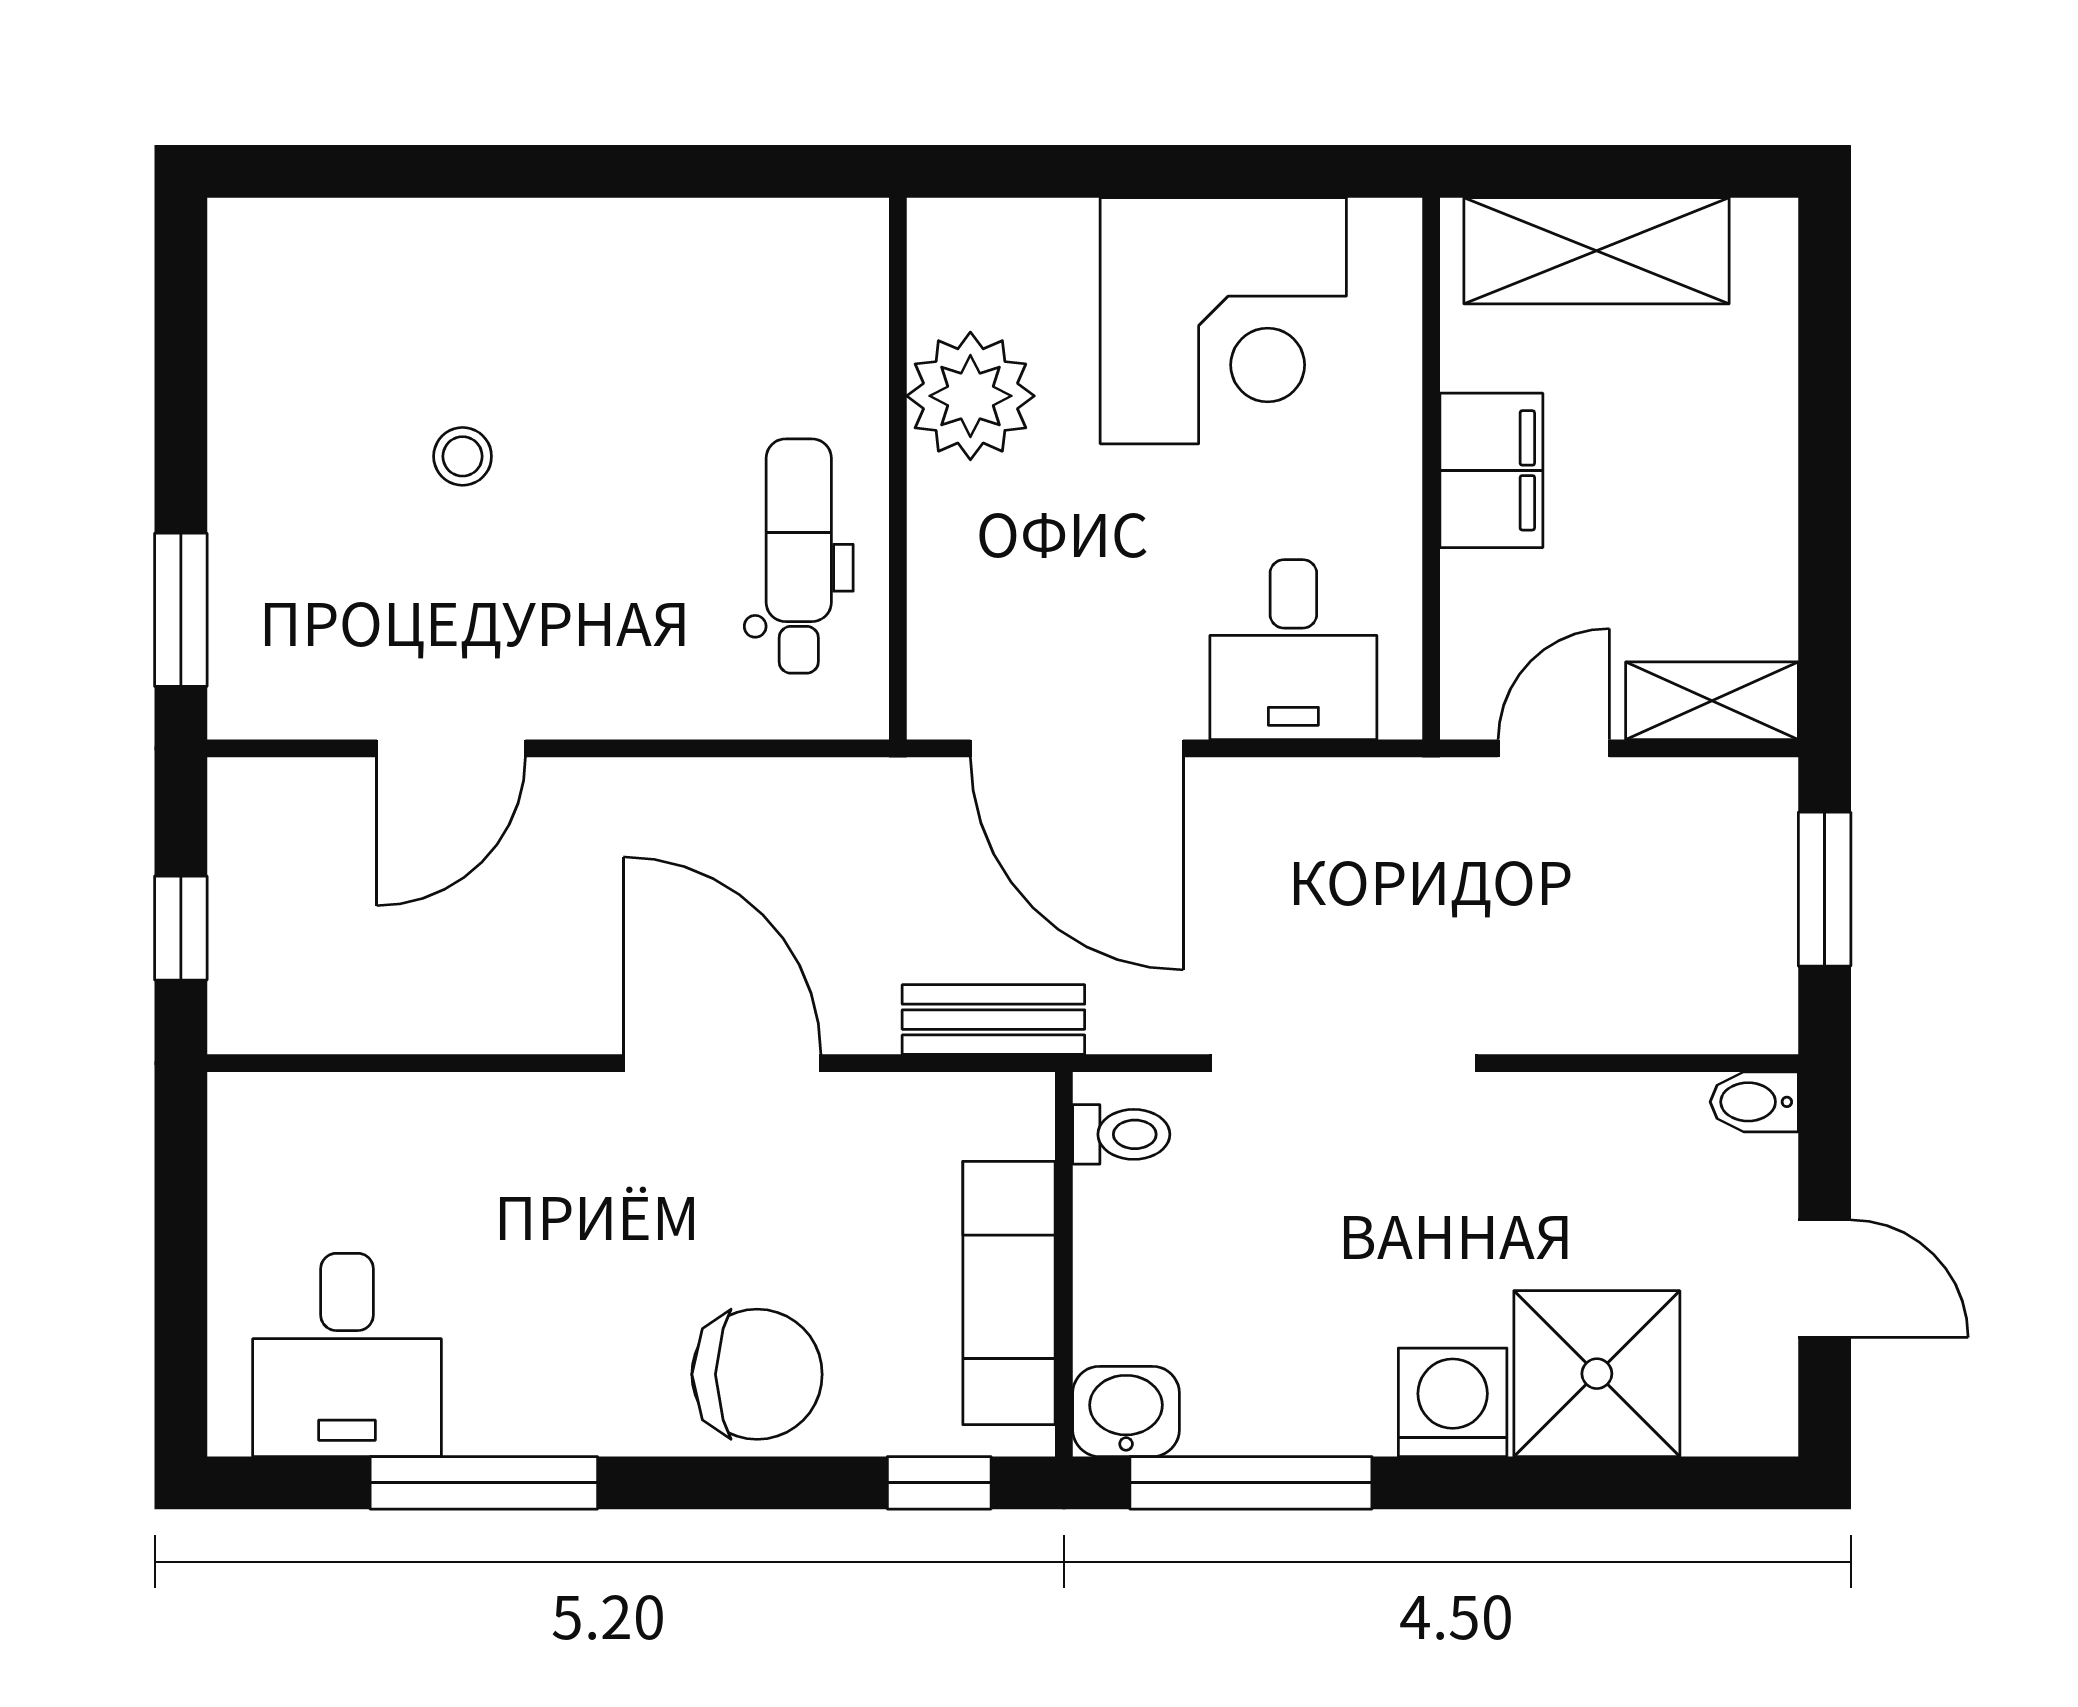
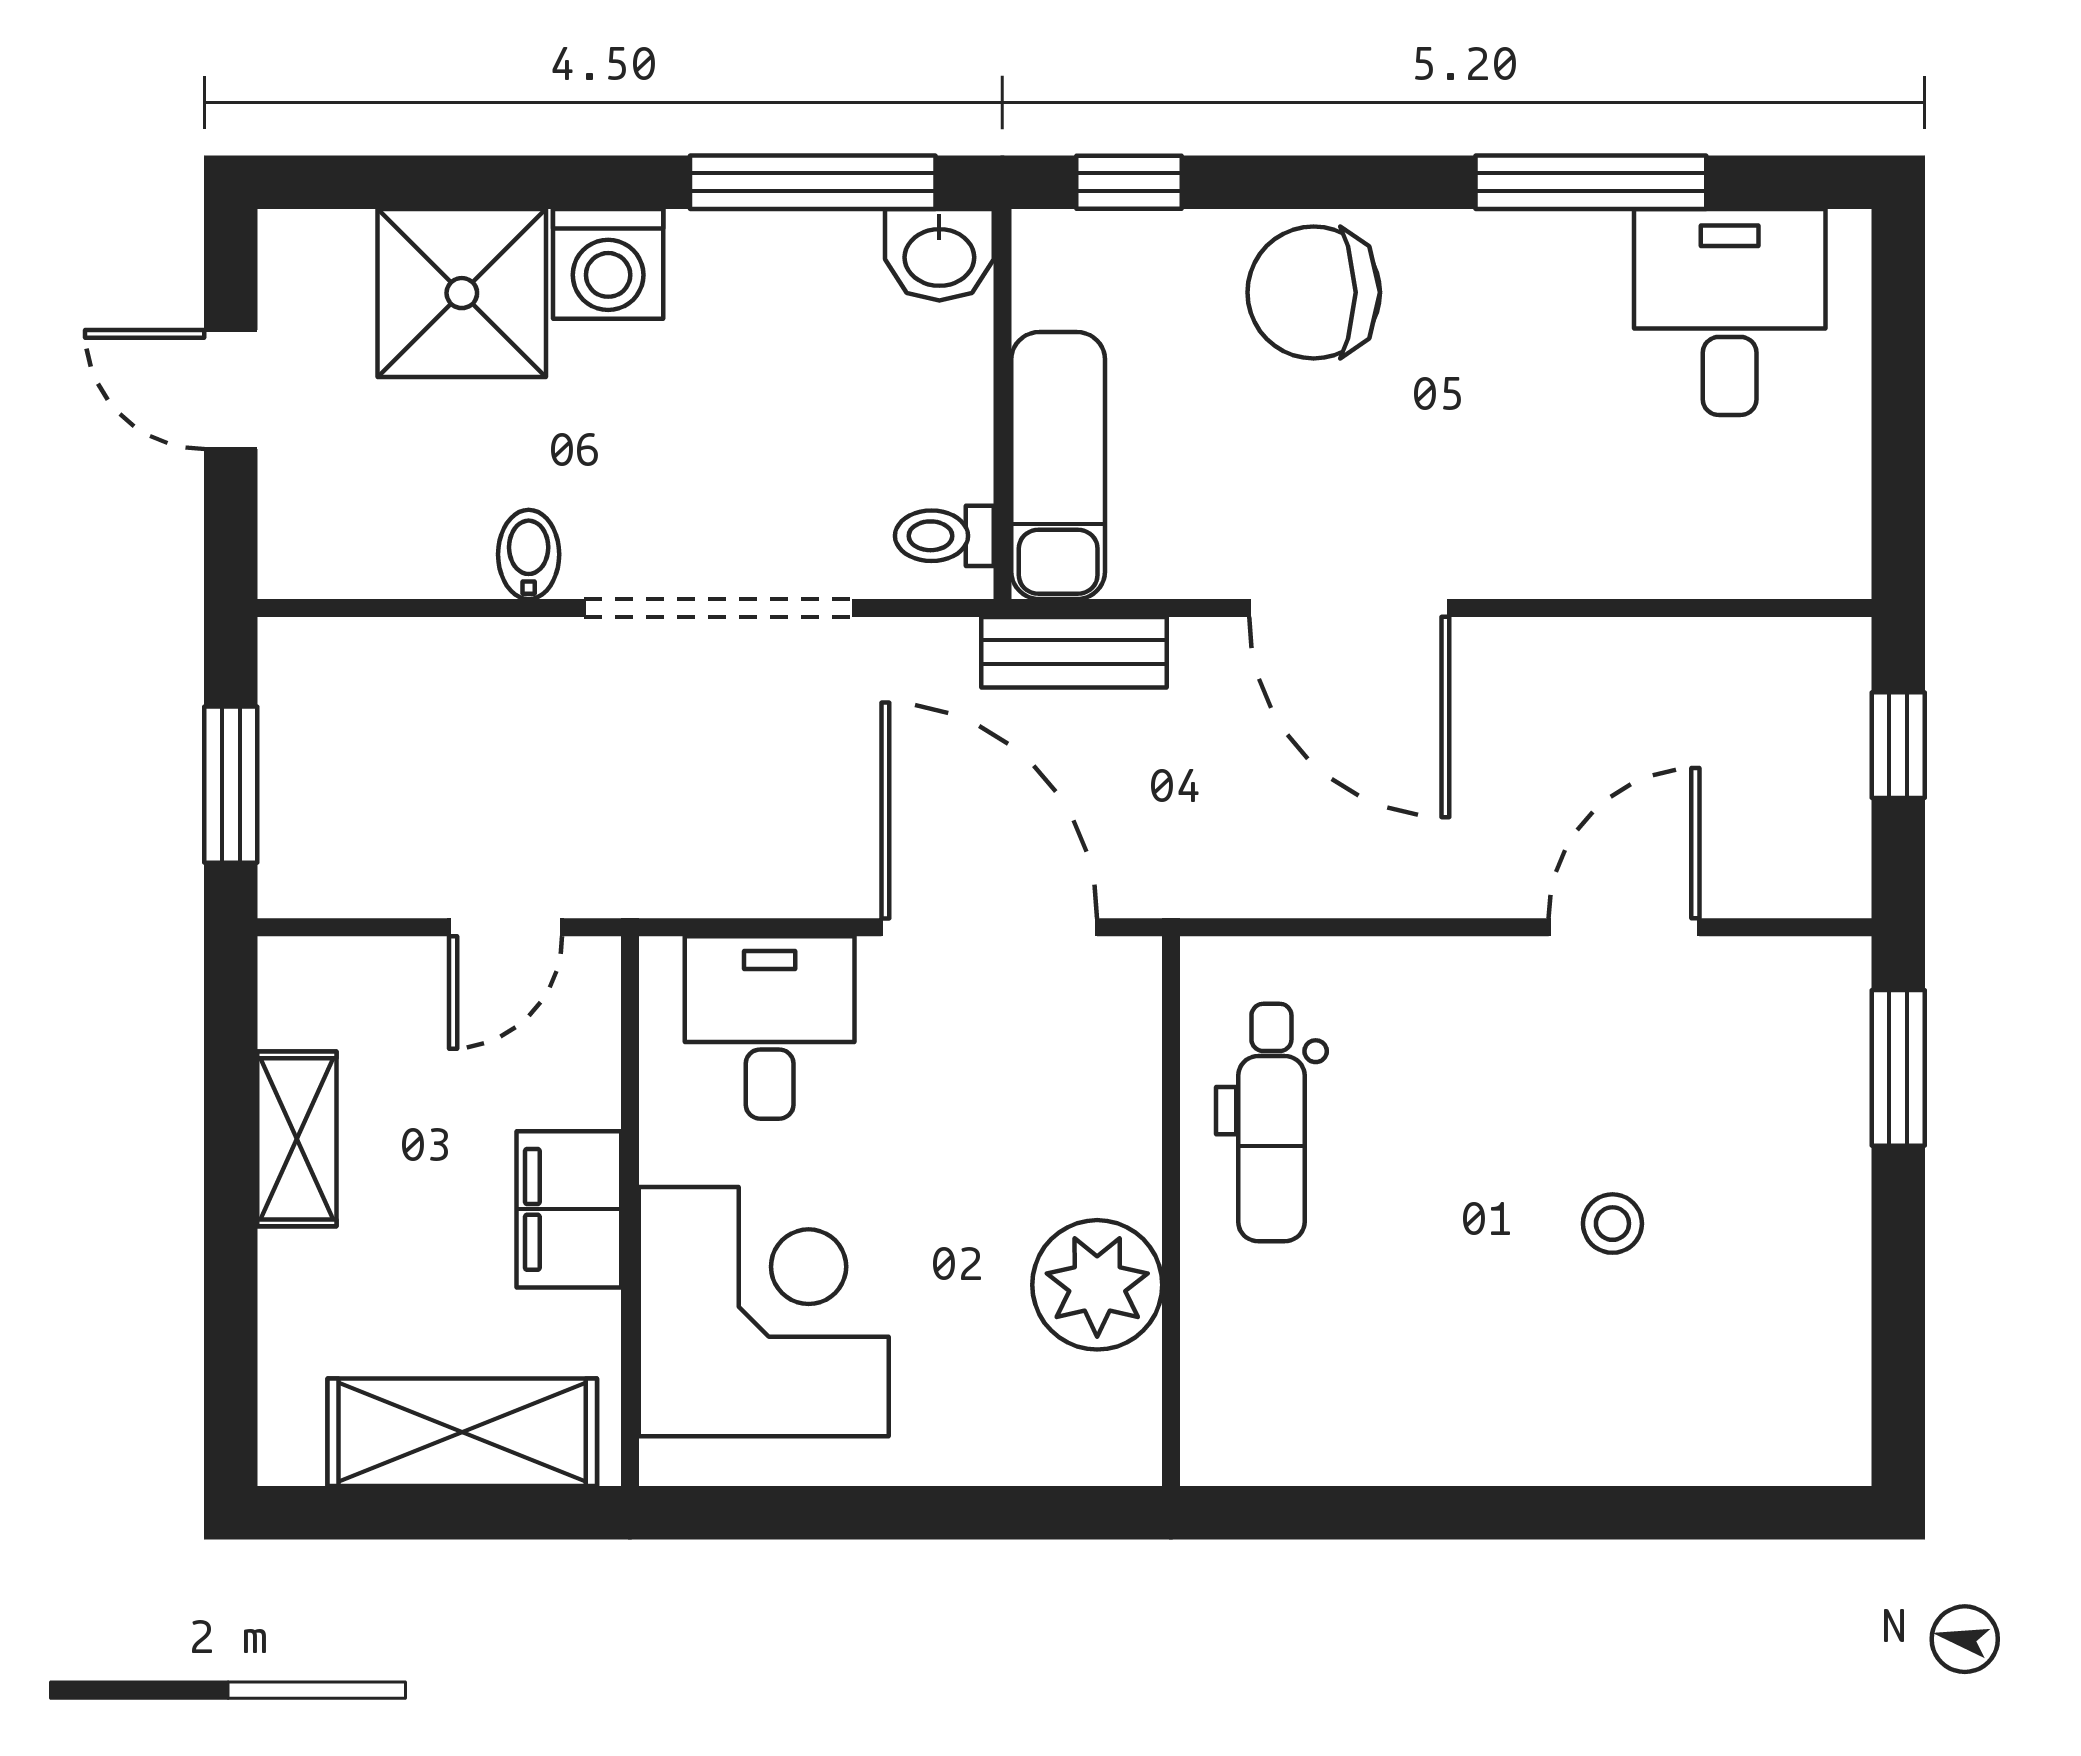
corner desk: (1223, 321) -> (764, 1312), moved, turned 90
shelving: (1712, 701) -> (297, 1139), moved, turned 90
bidet: (1754, 1102) -> (529, 554), moved, turned -90
exam couch: (1009, 1293) -> (1058, 466), moved

